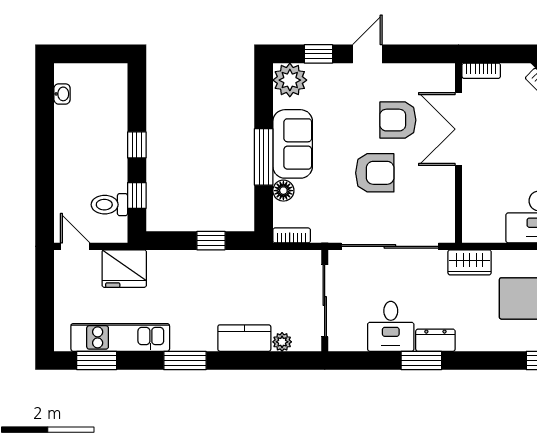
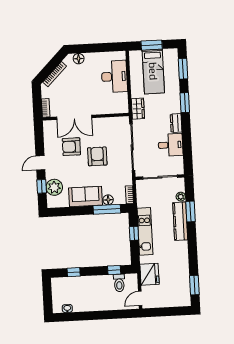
door: (367, 54) -> (40, 163), hinge flipped
plant: (290, 80) -> (54, 187), moved
armchair: (398, 120) -> (71, 147), turned 90
window: (137, 145) -> (74, 272), moved
window: (264, 157) -> (107, 209), moved
kitchen unit: (120, 337) -> (145, 231), moved, turned 180
kitchen counter: (244, 338) -> (180, 221), width x1.50
window: (185, 361) -> (190, 211), moved
window: (421, 361) -> (185, 103), moved

